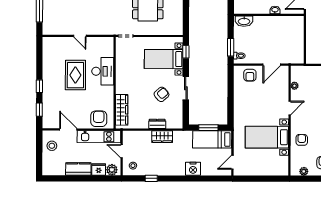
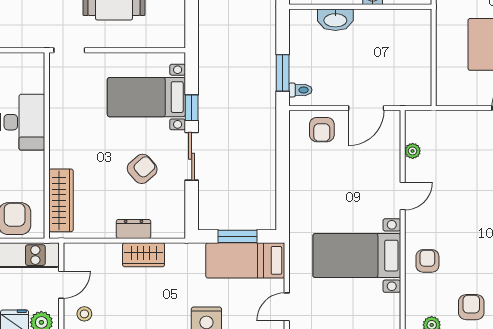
washbasin: (244, 21) -> (335, 20), moved
window: (186, 52) -> (192, 108), moved
door: (122, 151) -> (61, 285), swing flipped

